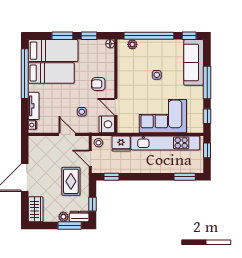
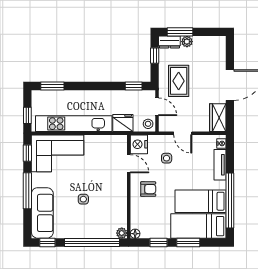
plant: (132, 44) -> (122, 233), moved
corner sofa: (163, 116) -> (58, 153), moved
wardrobe: (36, 209) -> (218, 118), moved

